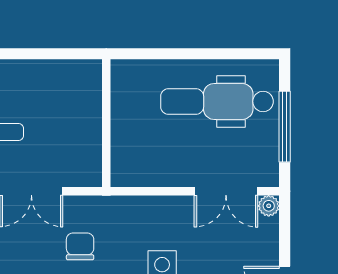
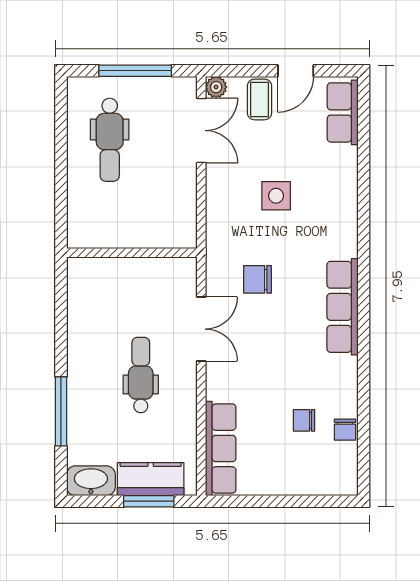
dental chair: (217, 101) -> (110, 140), width x0.73, depth x0.72
coffee table: (257, 248) -> (259, 99), added

